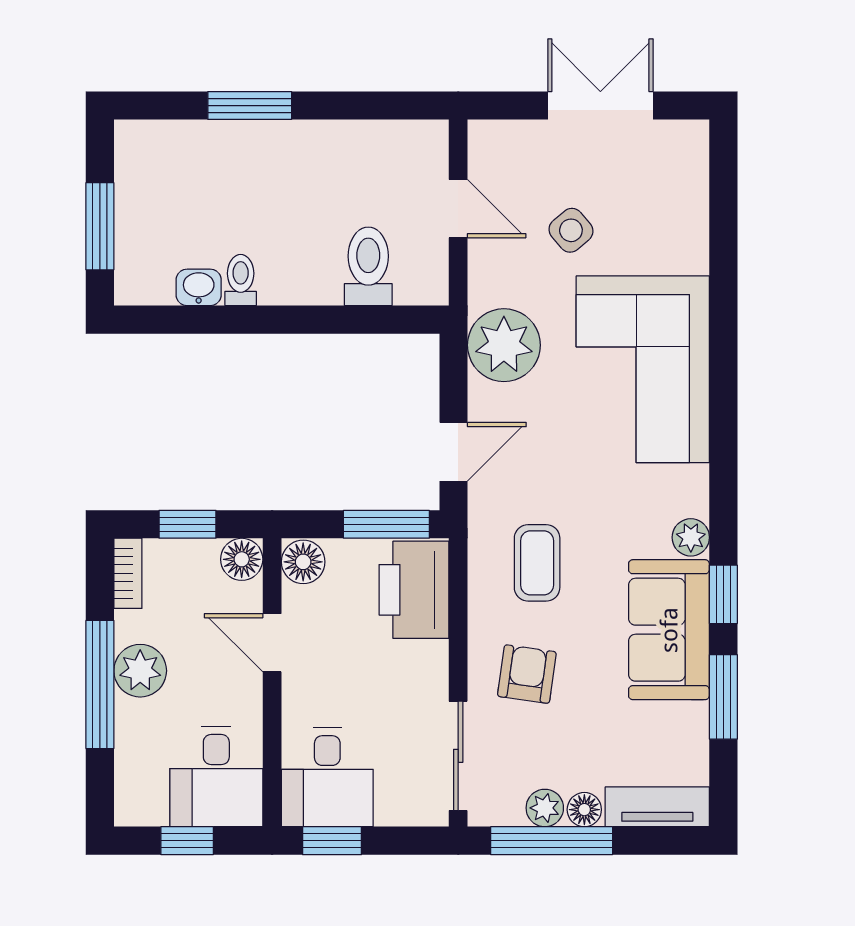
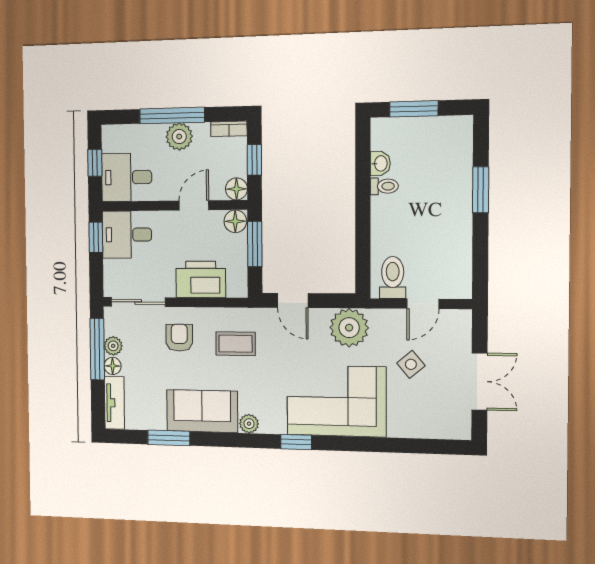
toilet: (368, 266) -> (393, 278), moved, turned -90
window: (386, 524) -> (255, 244), moved
printer: (414, 590) -> (201, 279), moved
window: (723, 594) -> (296, 442), moved
armchair: (527, 674) -> (179, 338), turned -98

